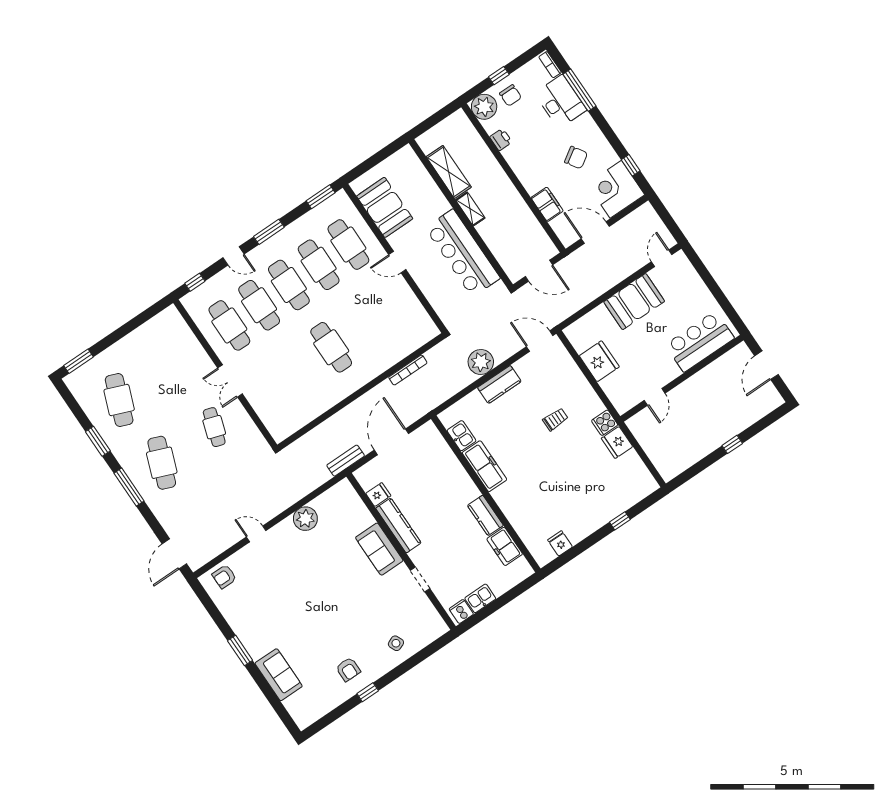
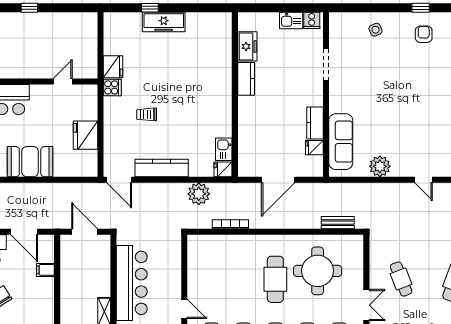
filing cabinet: (547, 204) -> (45, 270), width x0.50
plant: (481, 362) -> (199, 194), moved
round table: (297, 382) -> (318, 271), added
kitchen counter: (499, 384) -> (162, 168), width x1.50
cafe table: (214, 427) -> (401, 279), turned -39
bench: (346, 461) -> (338, 223), moved
freezer: (485, 466) -> (164, 22), moved, turned -90
kitchen counter: (398, 525) -> (315, 123), width x0.67
fridge: (560, 543) -> (223, 169), moved, turned 90
sofa: (379, 549) -> (341, 142), moved, width x1.36
doorway: (420, 580) -> (326, 64), width x1.38

